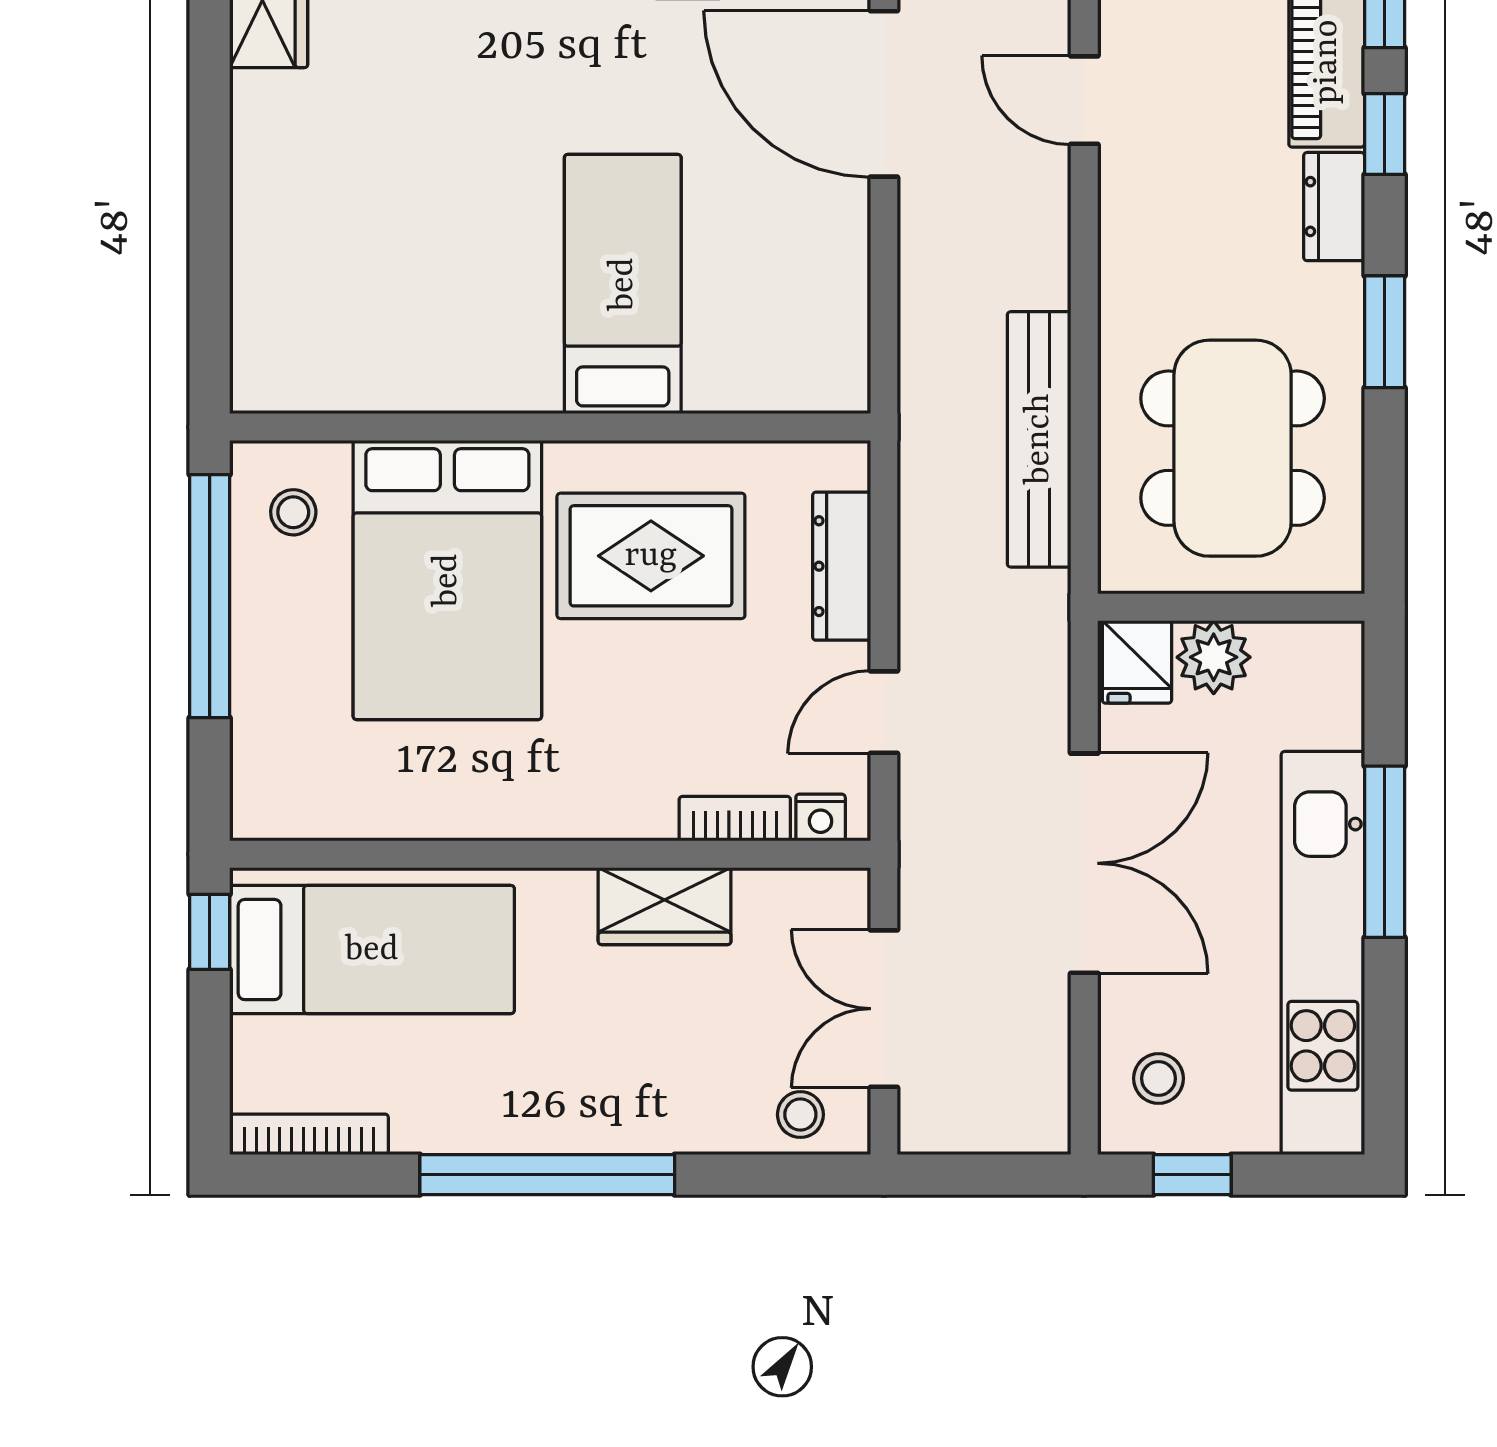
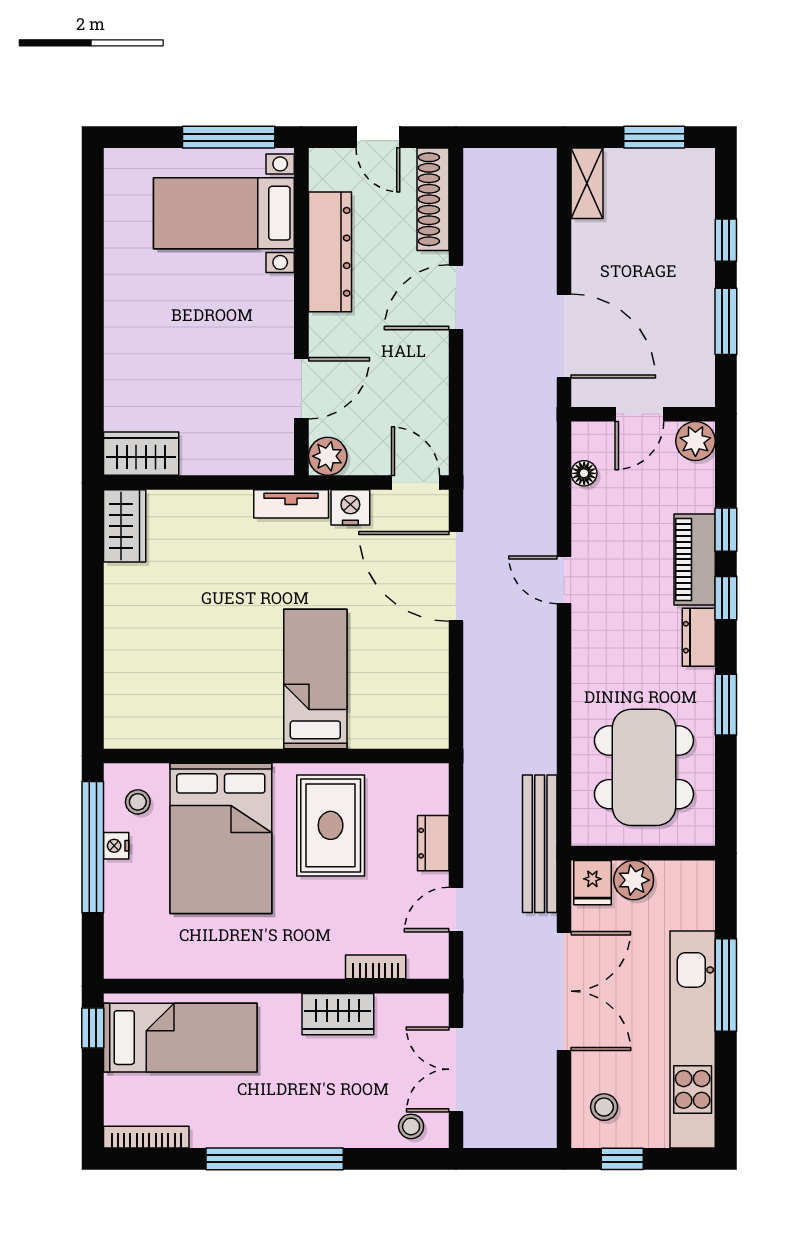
bench: (1039, 439) -> (540, 844), moved
rug: (651, 556) -> (331, 825), turned 90
dresser: (842, 566) -> (433, 843), width x0.70
nightstand: (821, 817) -> (116, 846), moved, turned 90

